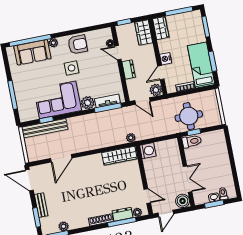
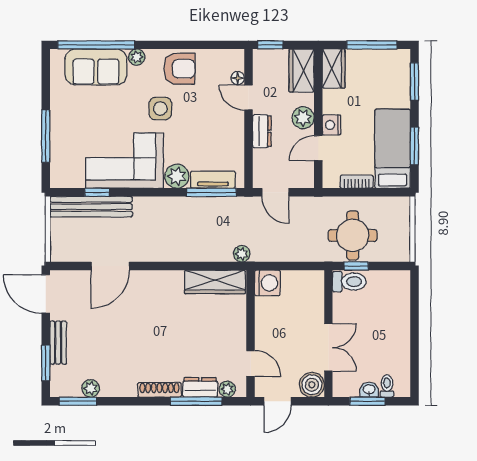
plant: (156, 90) -> (303, 118), moved

